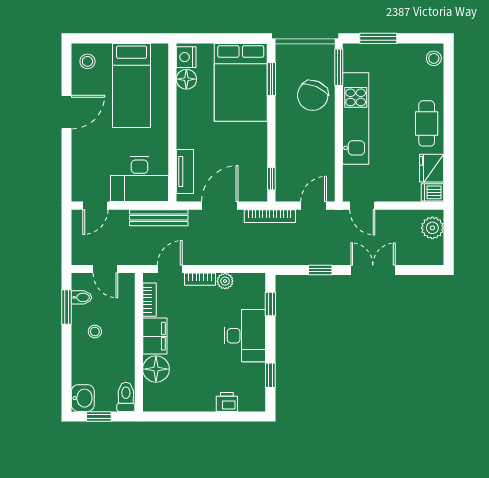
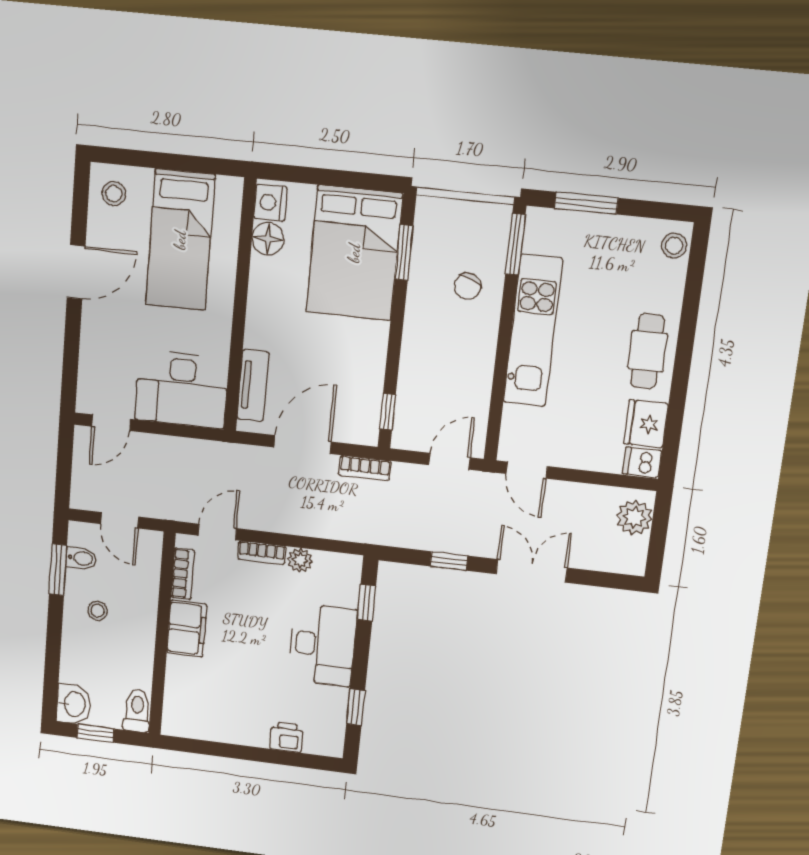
chair: (313, 95) -> (468, 286), width x0.54, depth x0.54
bookcase: (270, 216) -> (365, 468), width x0.64
bench: (159, 218) -> (207, 452), removed
floor lamp: (156, 369) -> (185, 676), removed

